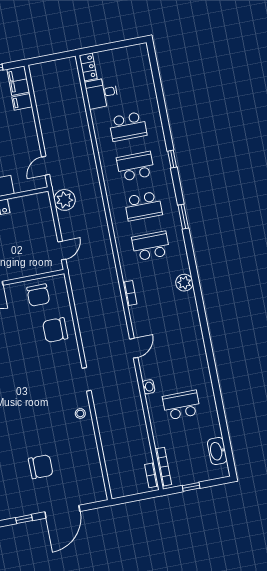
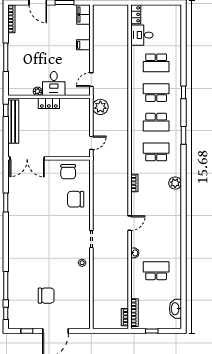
filing cabinet: (22, 102) -> (83, 45), moved

